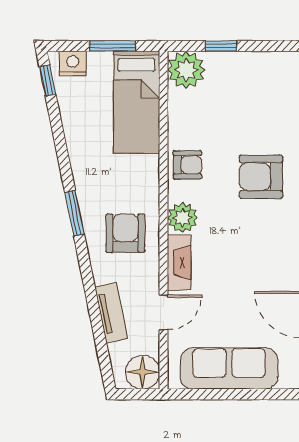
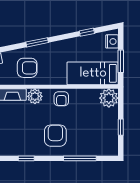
window: (221, 46) -> (121, 127), moved
window: (48, 80) -> (87, 32), moved

